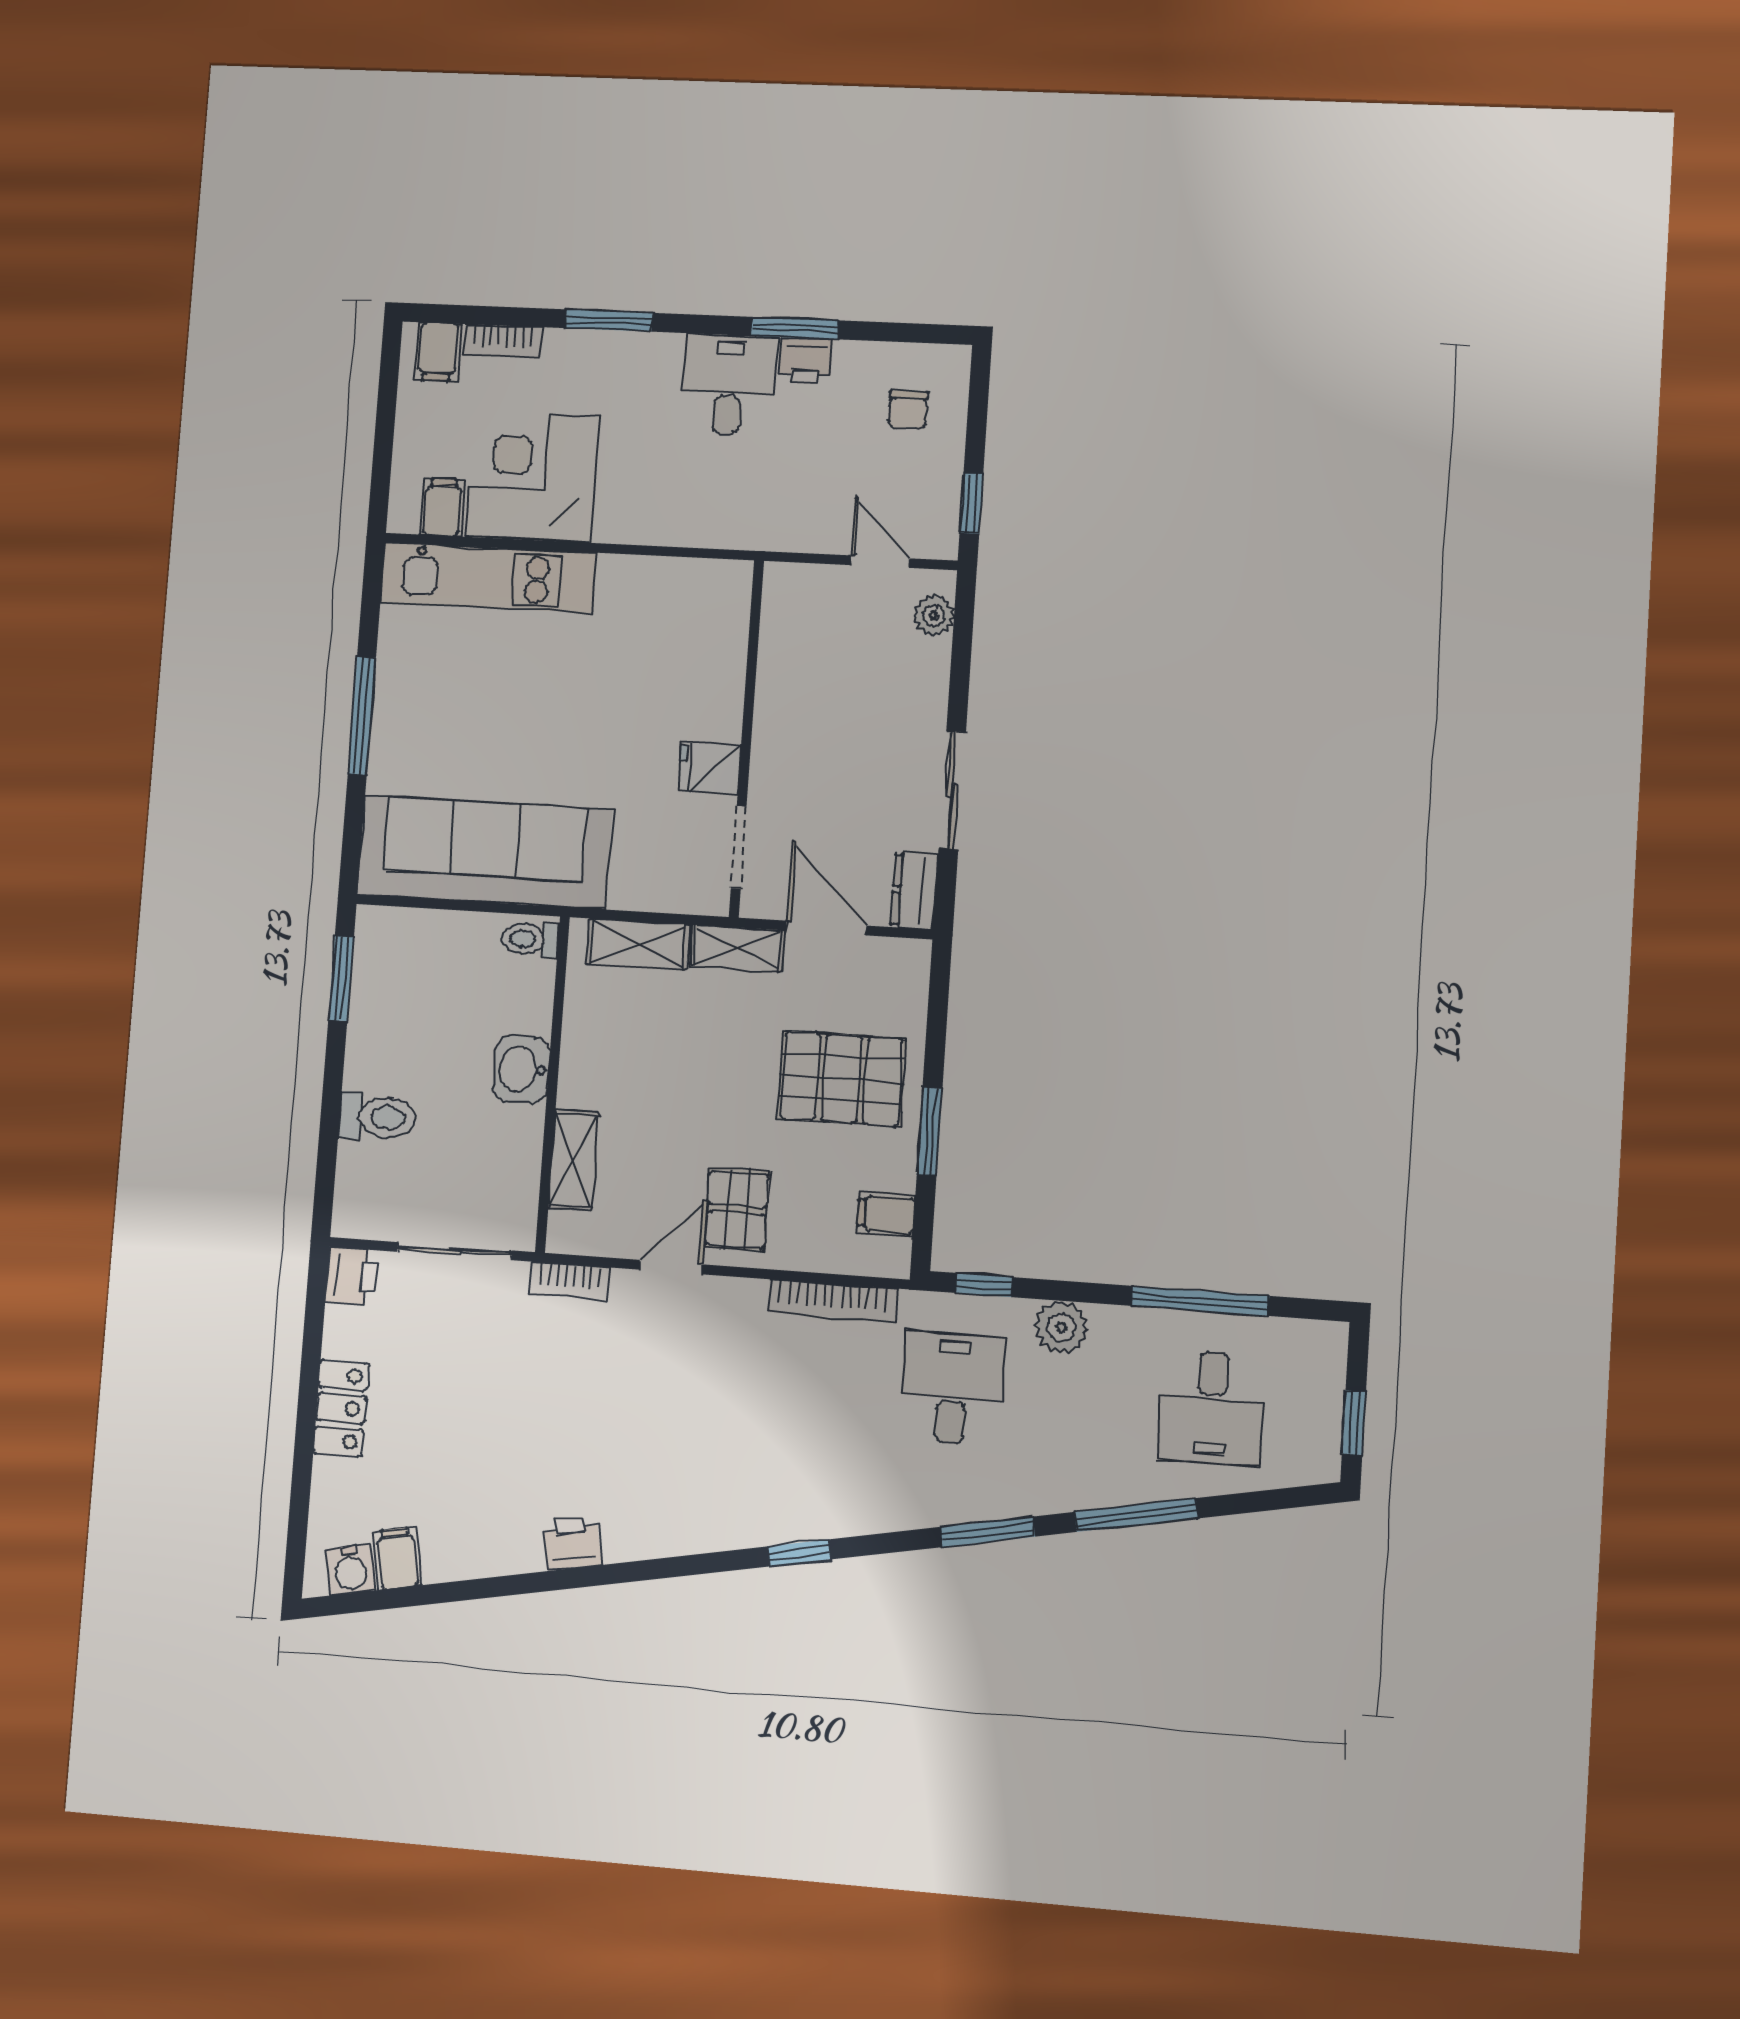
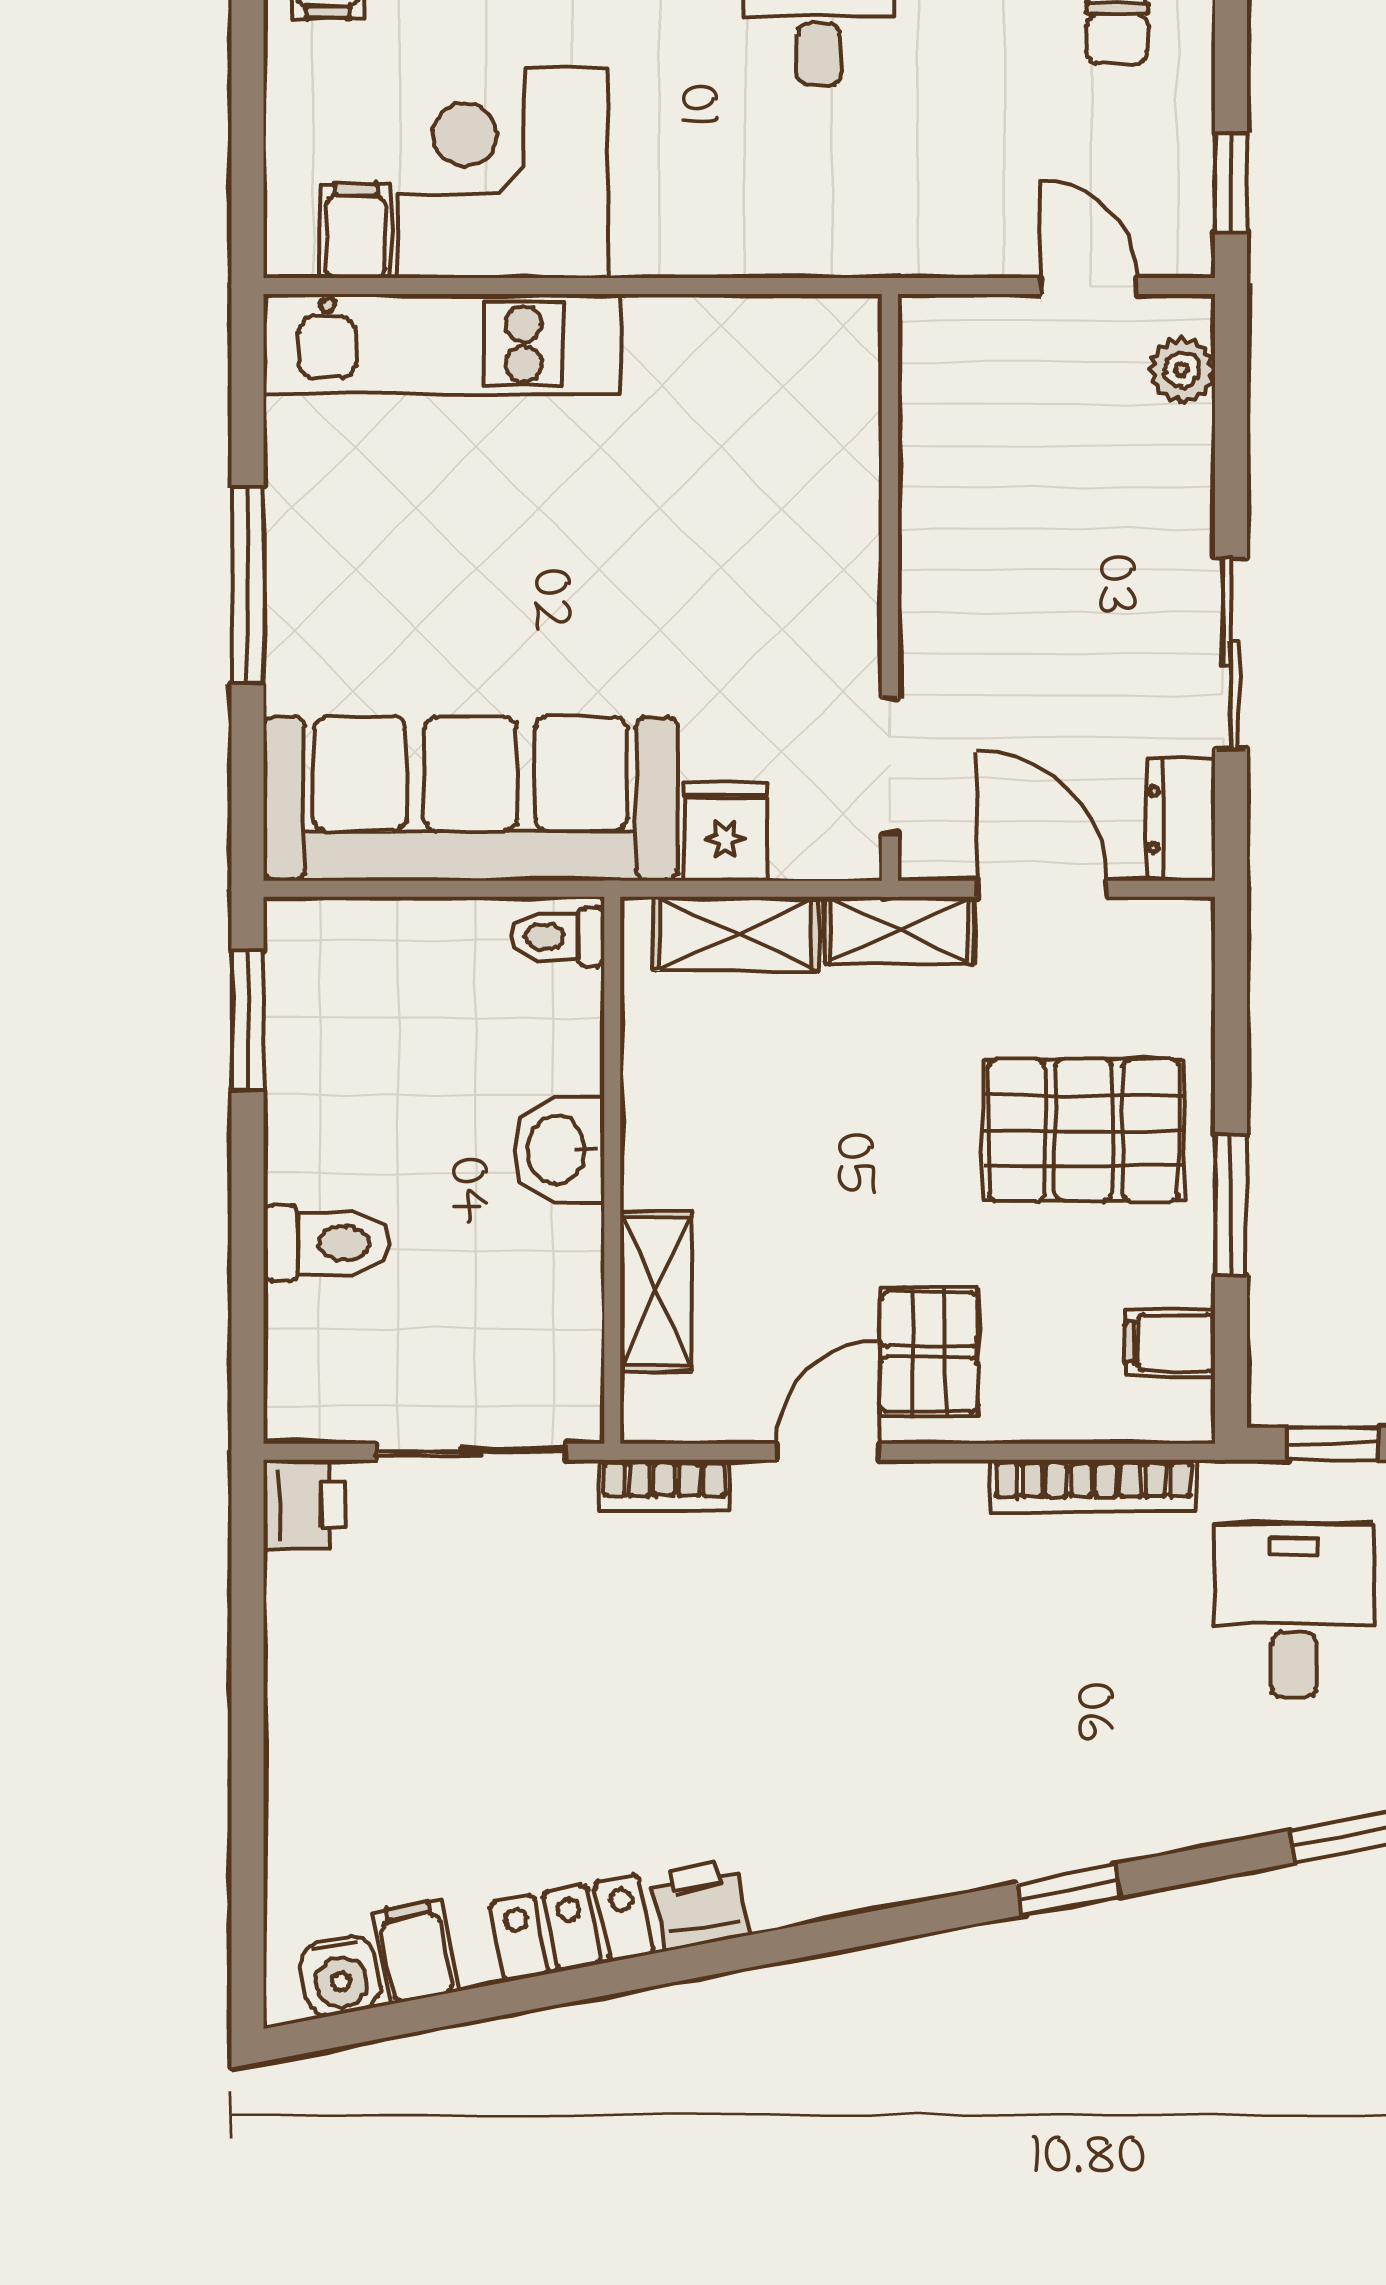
fridge: (709, 768) -> (725, 831), moved, turned 90
locker: (341, 1408) -> (572, 1928), moved, turned -101

